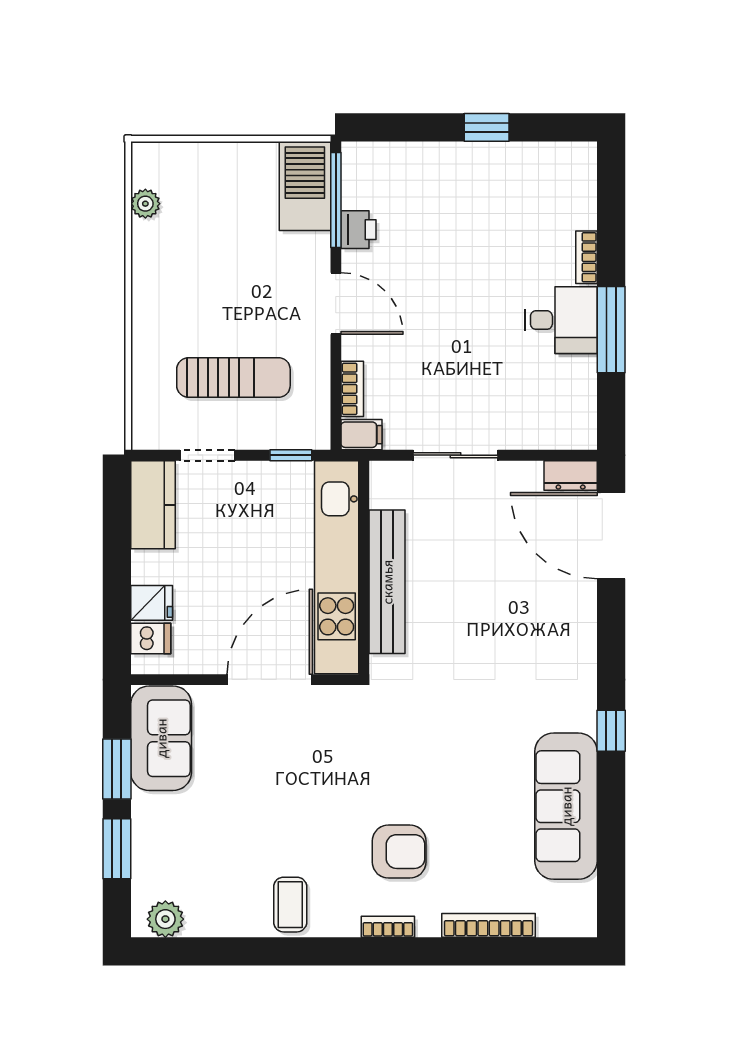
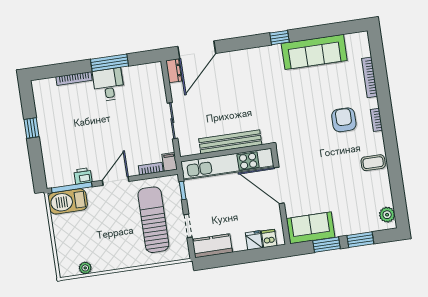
bookcase: (587, 257) -> (74, 79), width x1.56
sun lounger: (233, 377) -> (153, 220), width x1.36, depth x1.34

